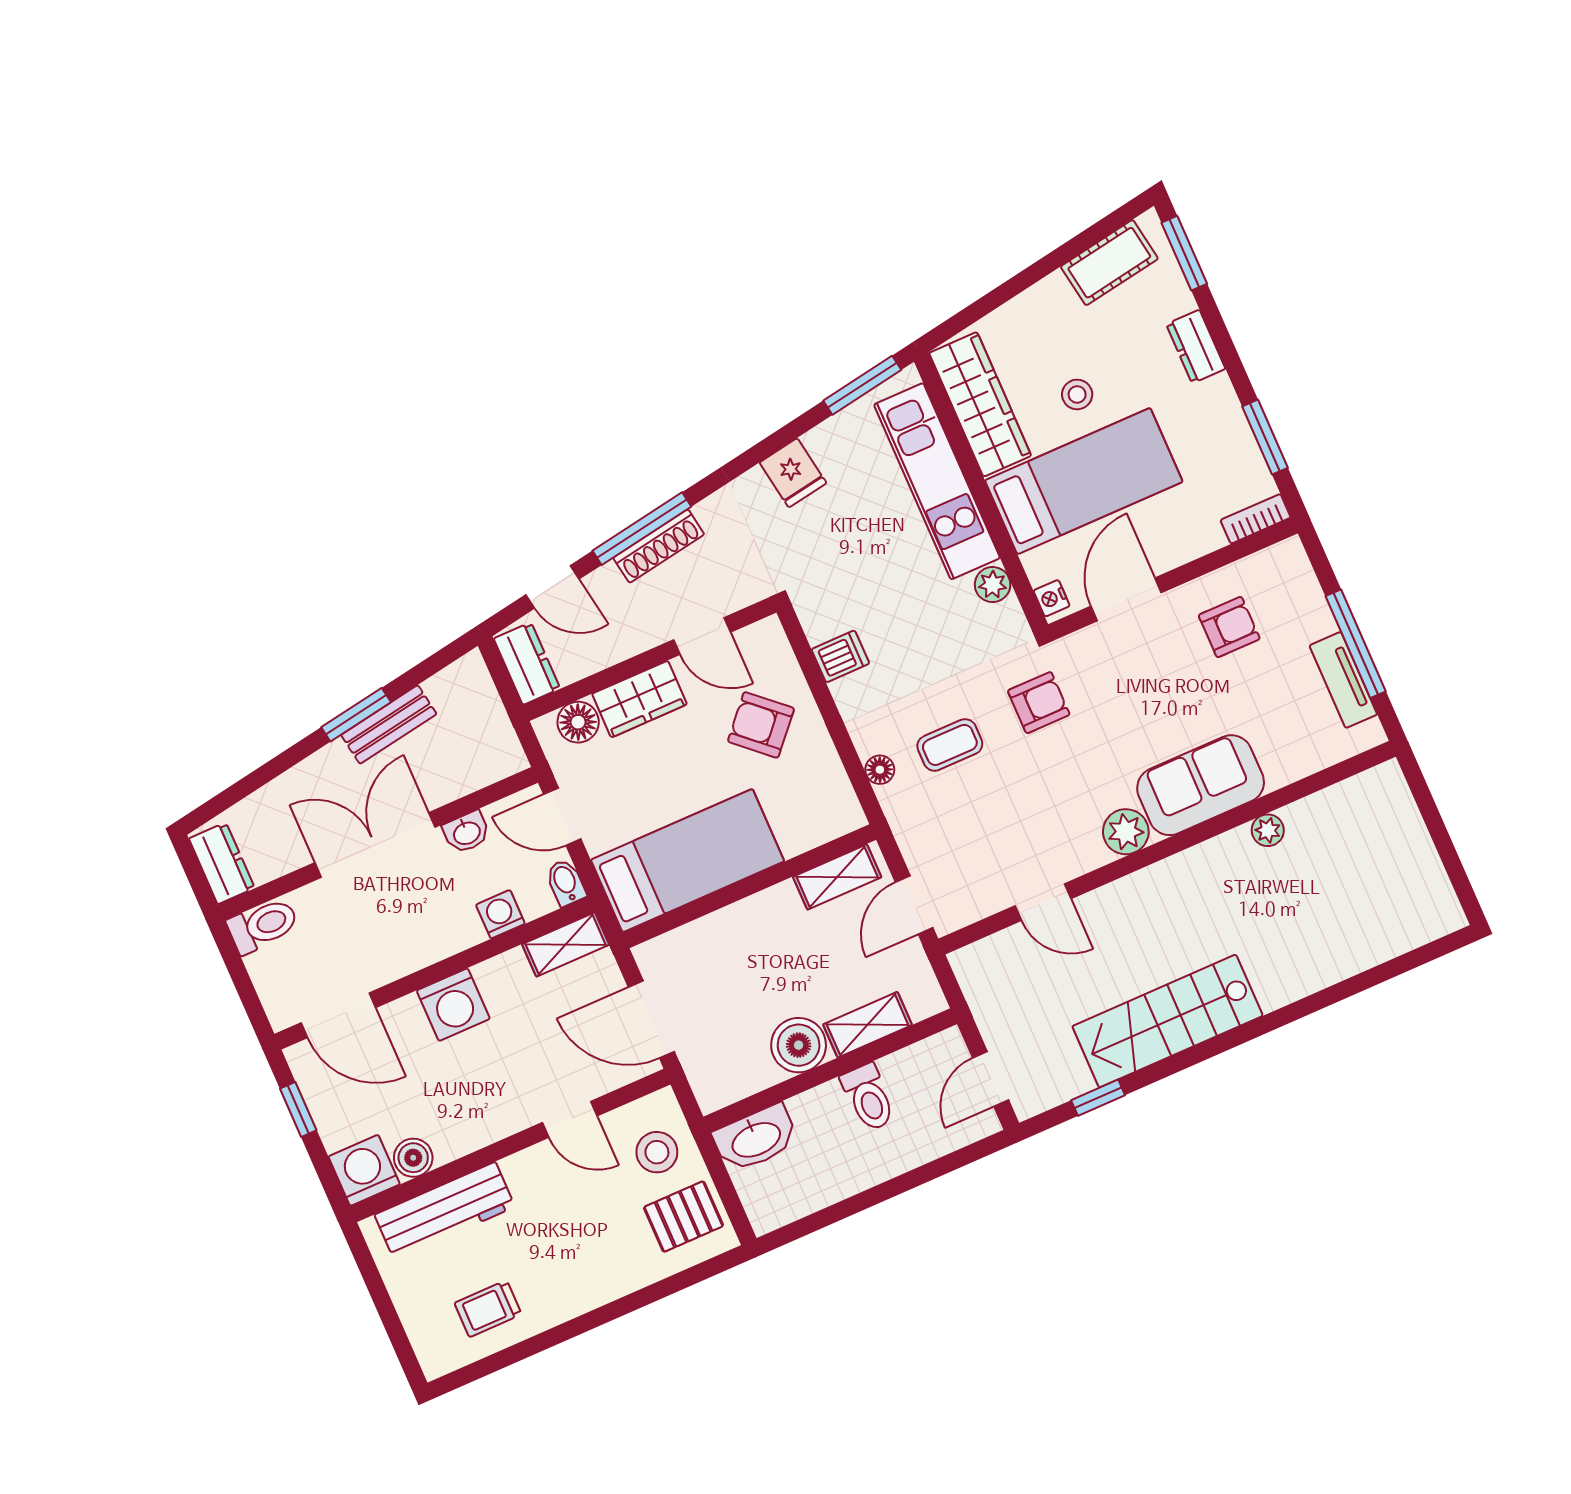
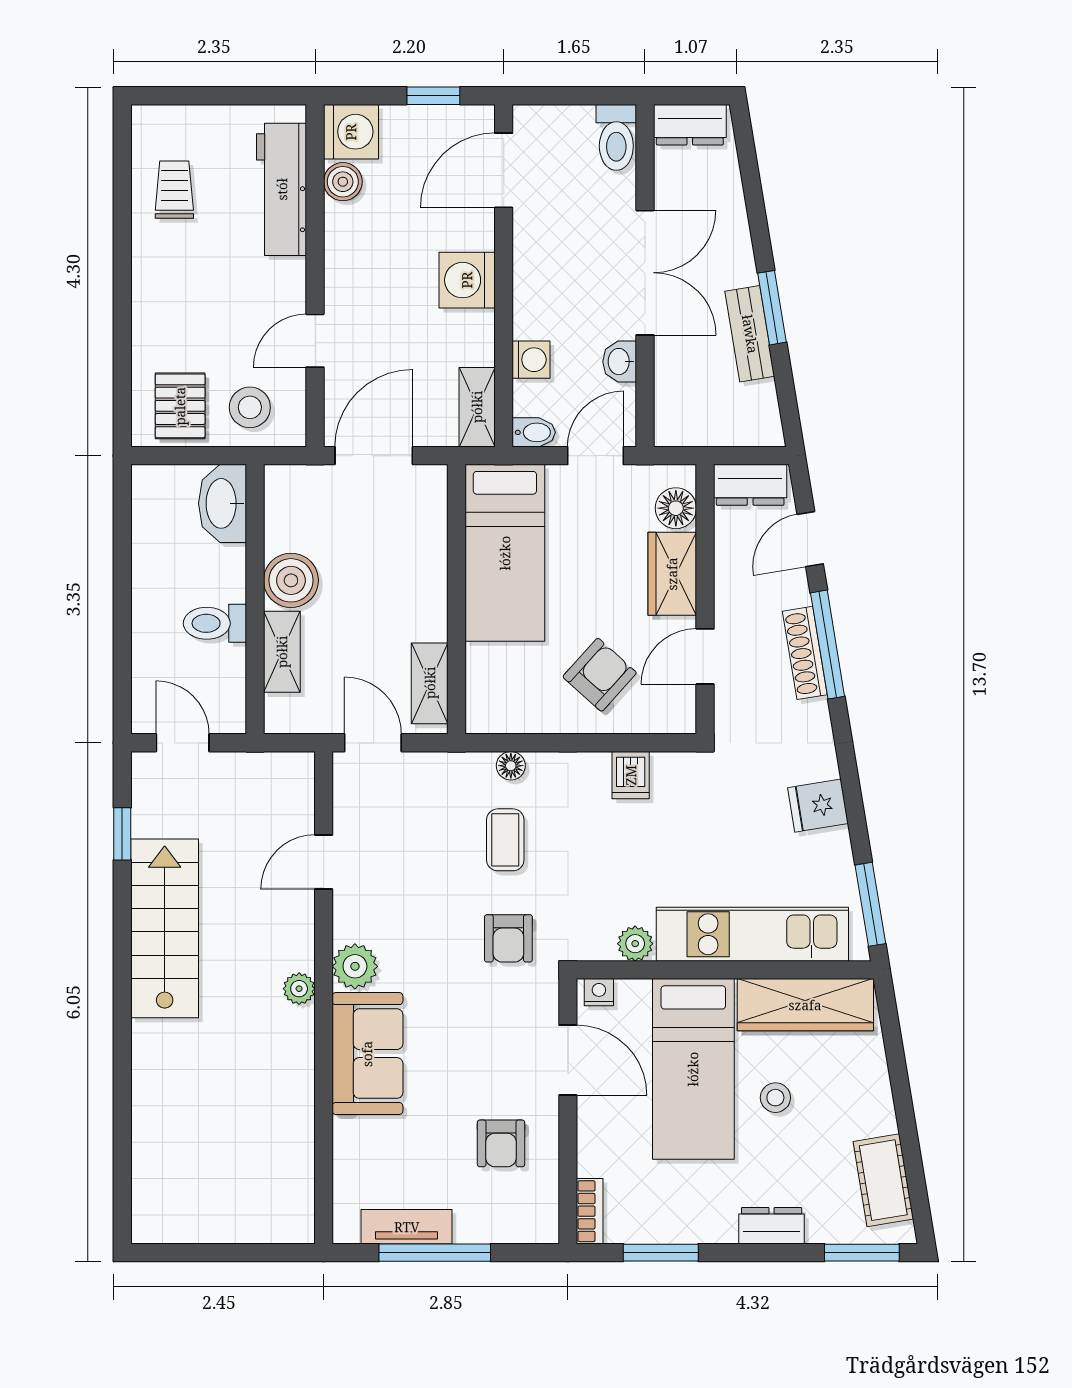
plant: (1268, 830) -> (299, 989), moved

